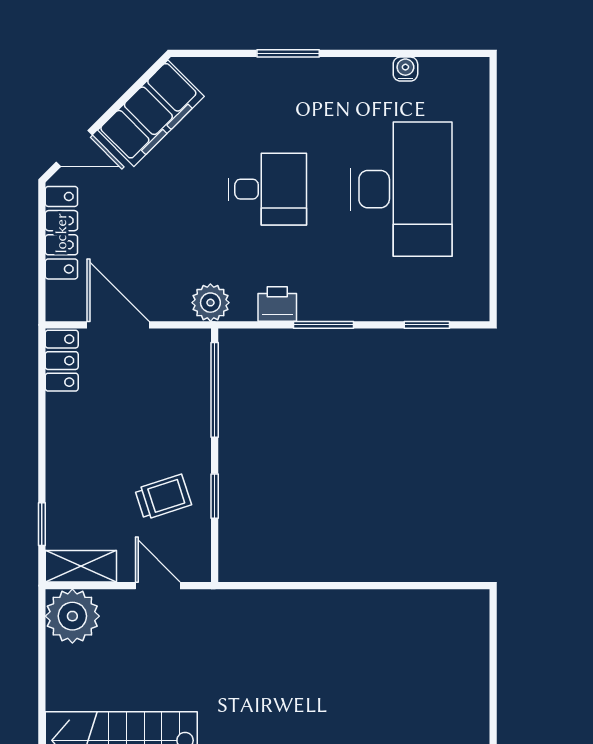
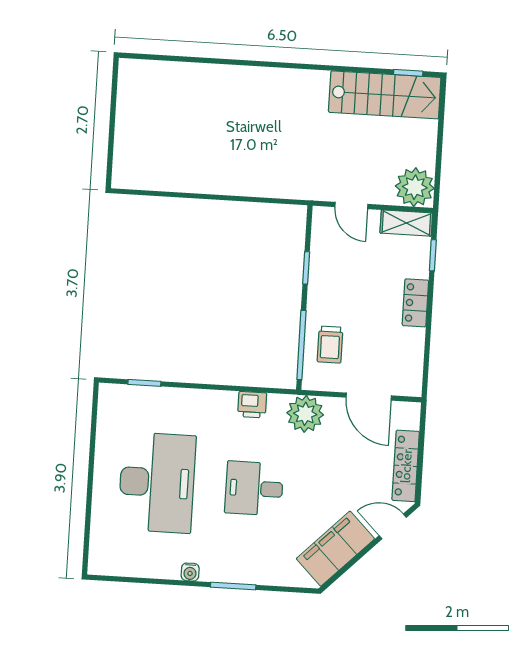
water cooler: (405, 69) -> (190, 572), moved
desk: (401, 189) -> (157, 482), turned 180
plant: (210, 303) -> (305, 414), width x1.36, depth x1.36
window: (323, 325) -> (220, 387), removed
locker: (62, 361) -> (415, 303), moved
trolley: (163, 497) -> (330, 345), moved, turned -72

